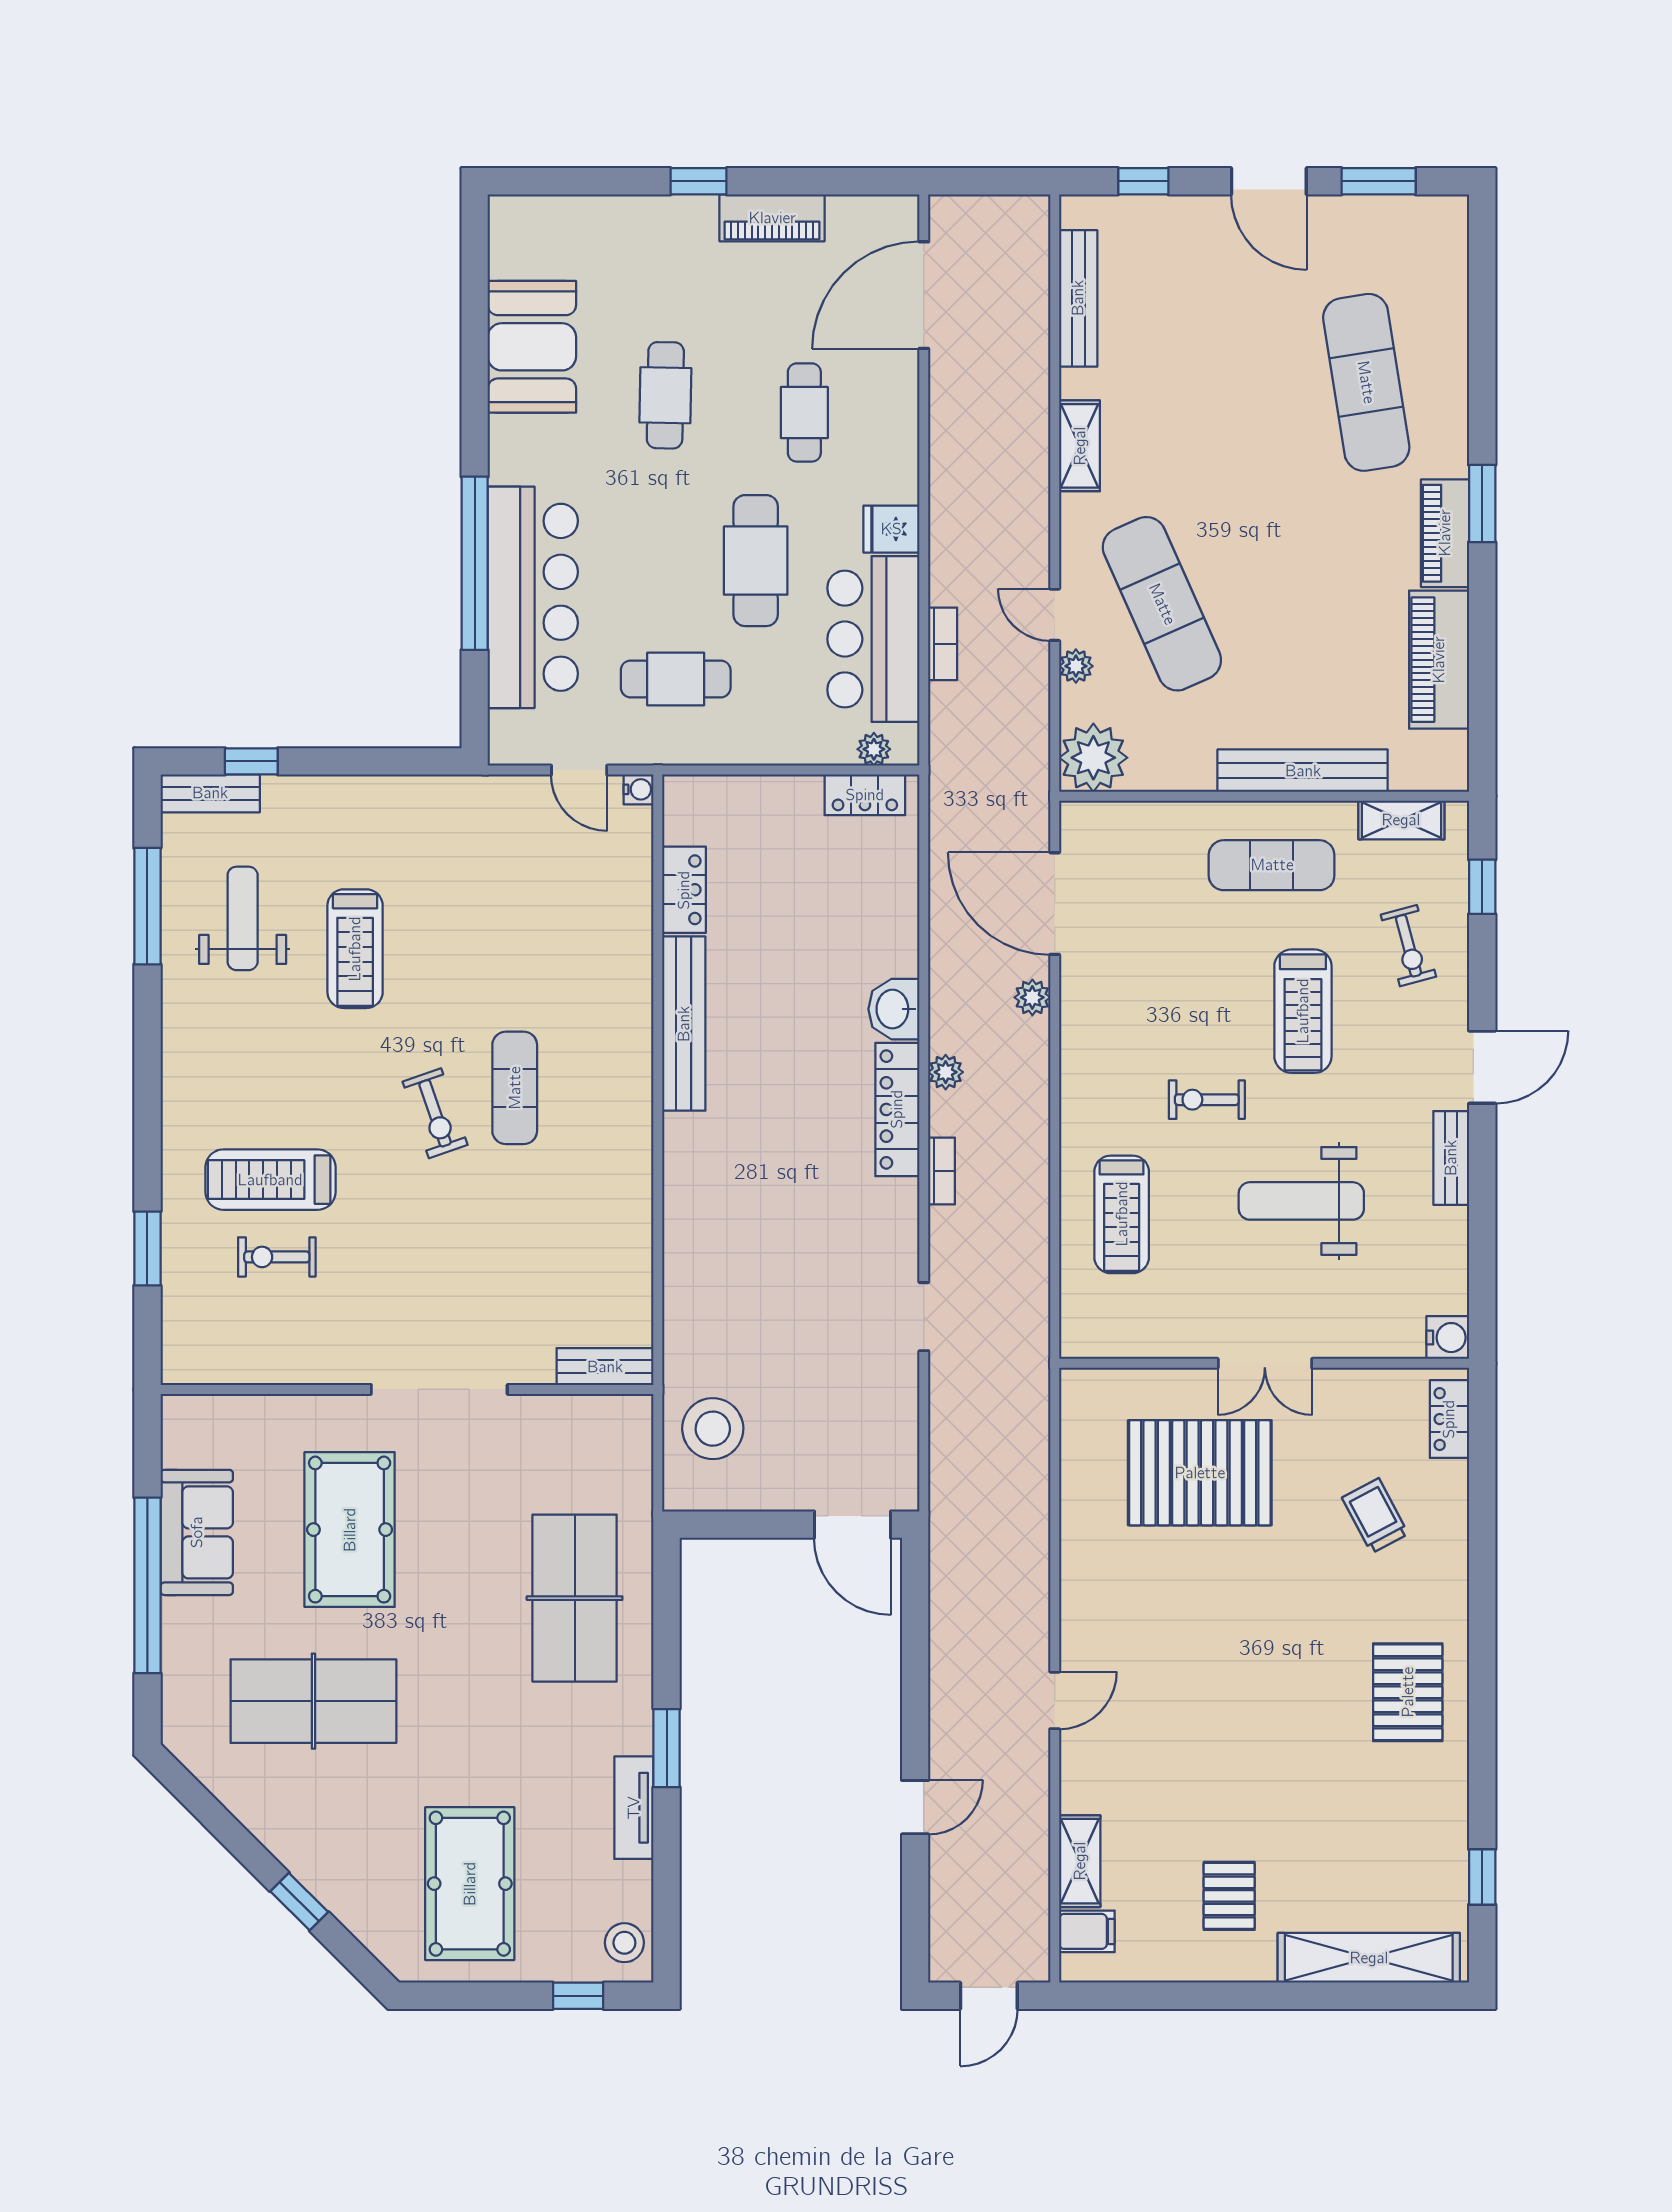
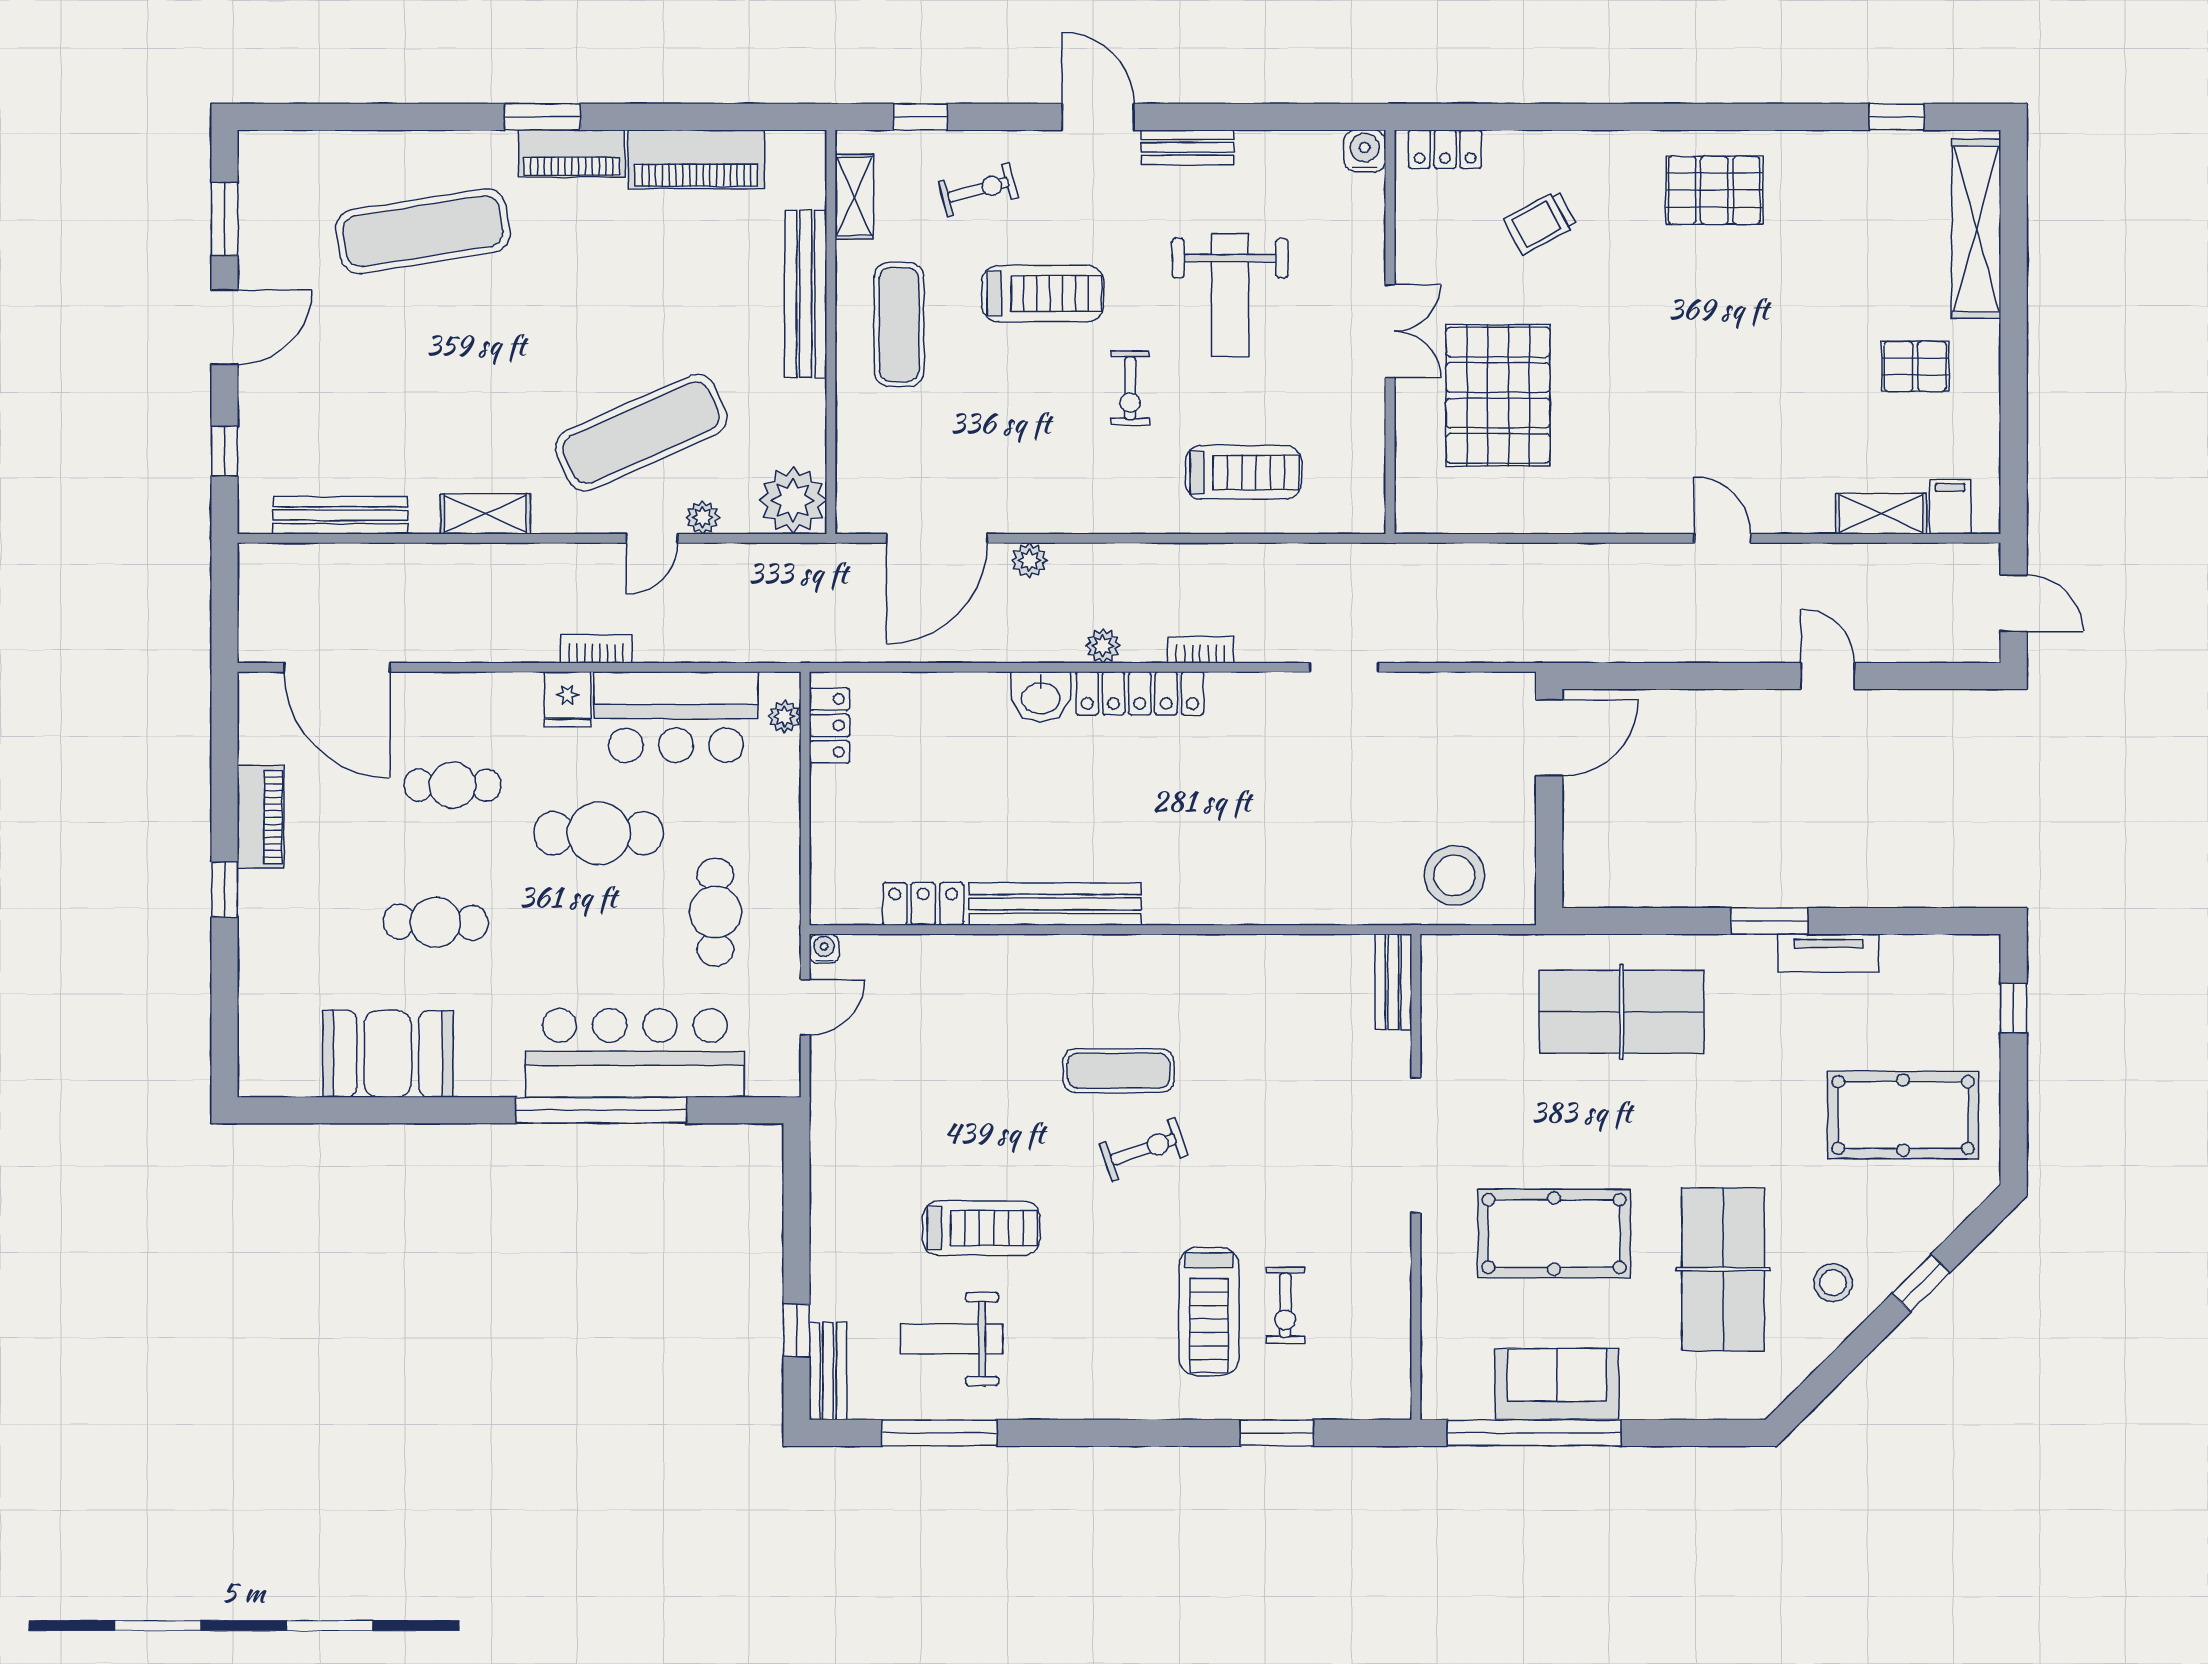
bookcase: (943, 644) -> (596, 649), moved
window: (147, 1585) -> (1534, 1433), moved
stool: (624, 1943) -> (1833, 1283), moved

